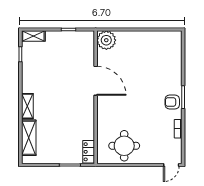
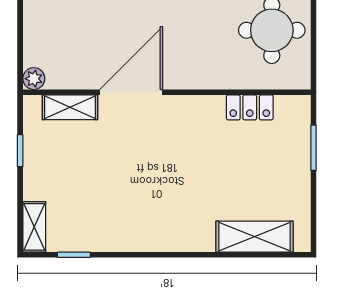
plant: (106, 40) -> (34, 79), width x0.53, depth x0.53
shelving: (27, 106) -> (70, 107), moved
locker: (89, 152) -> (250, 107), moved

